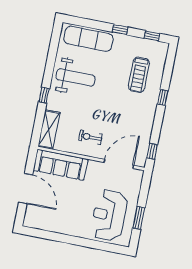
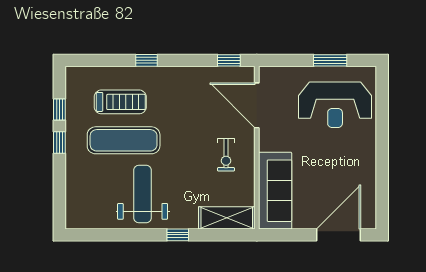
window: (152, 36) -> (59, 110), moved
exercise mat: (89, 39) -> (124, 140), moved, turned 90
door: (26, 189) -> (339, 235), moved

